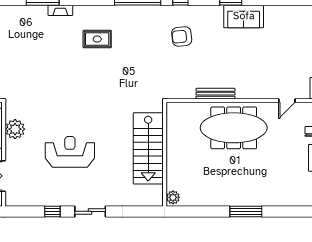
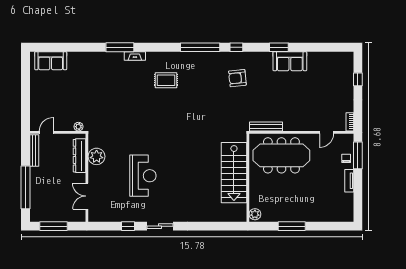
stairs: (148, 148) -> (234, 173), moved
reception desk: (70, 152) -> (143, 176), turned 90
wall: (165, 154) -> (248, 178), moved
plant: (173, 197) -> (255, 214), moved

